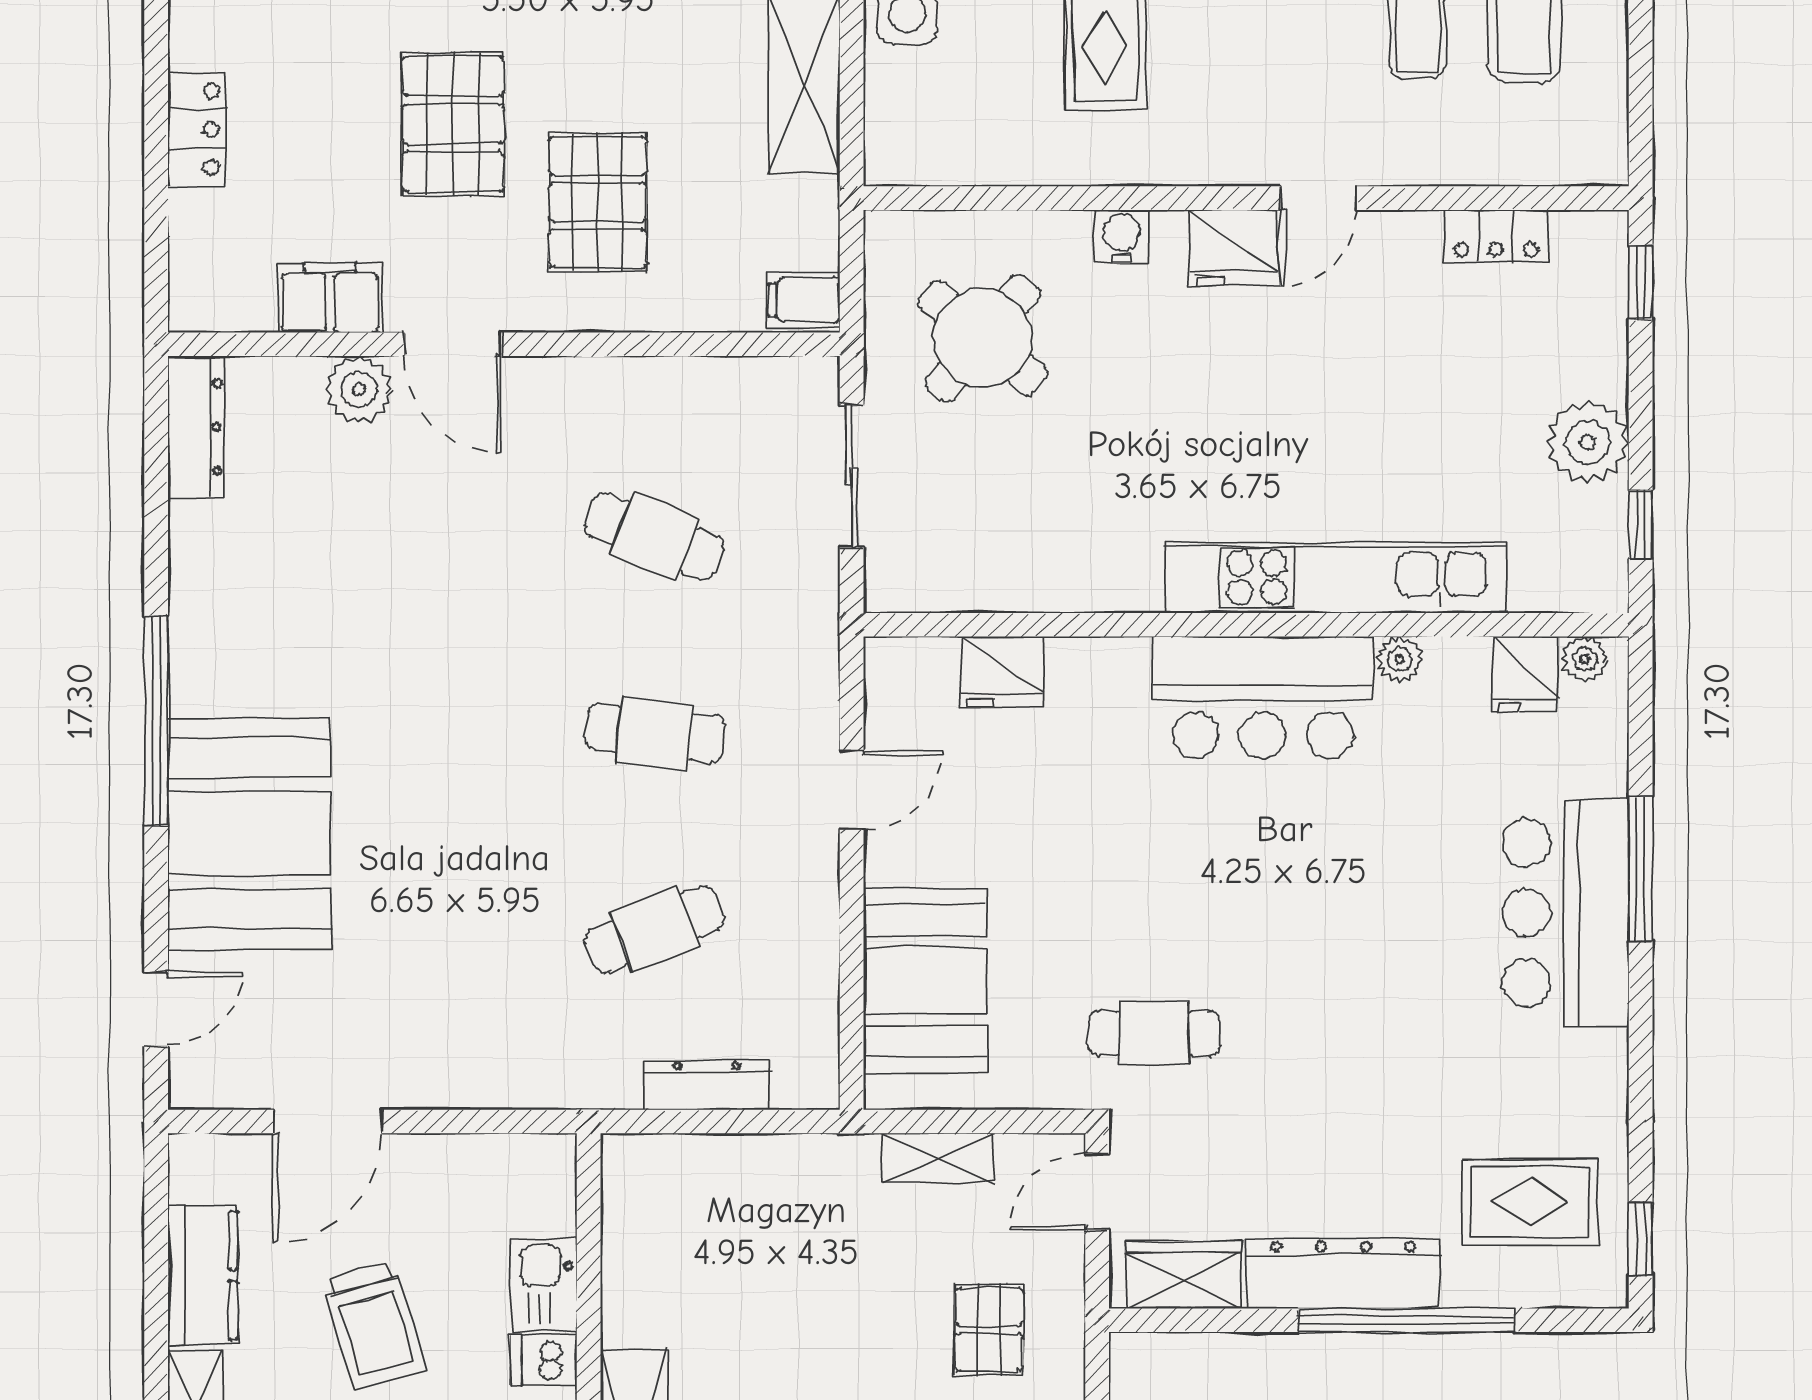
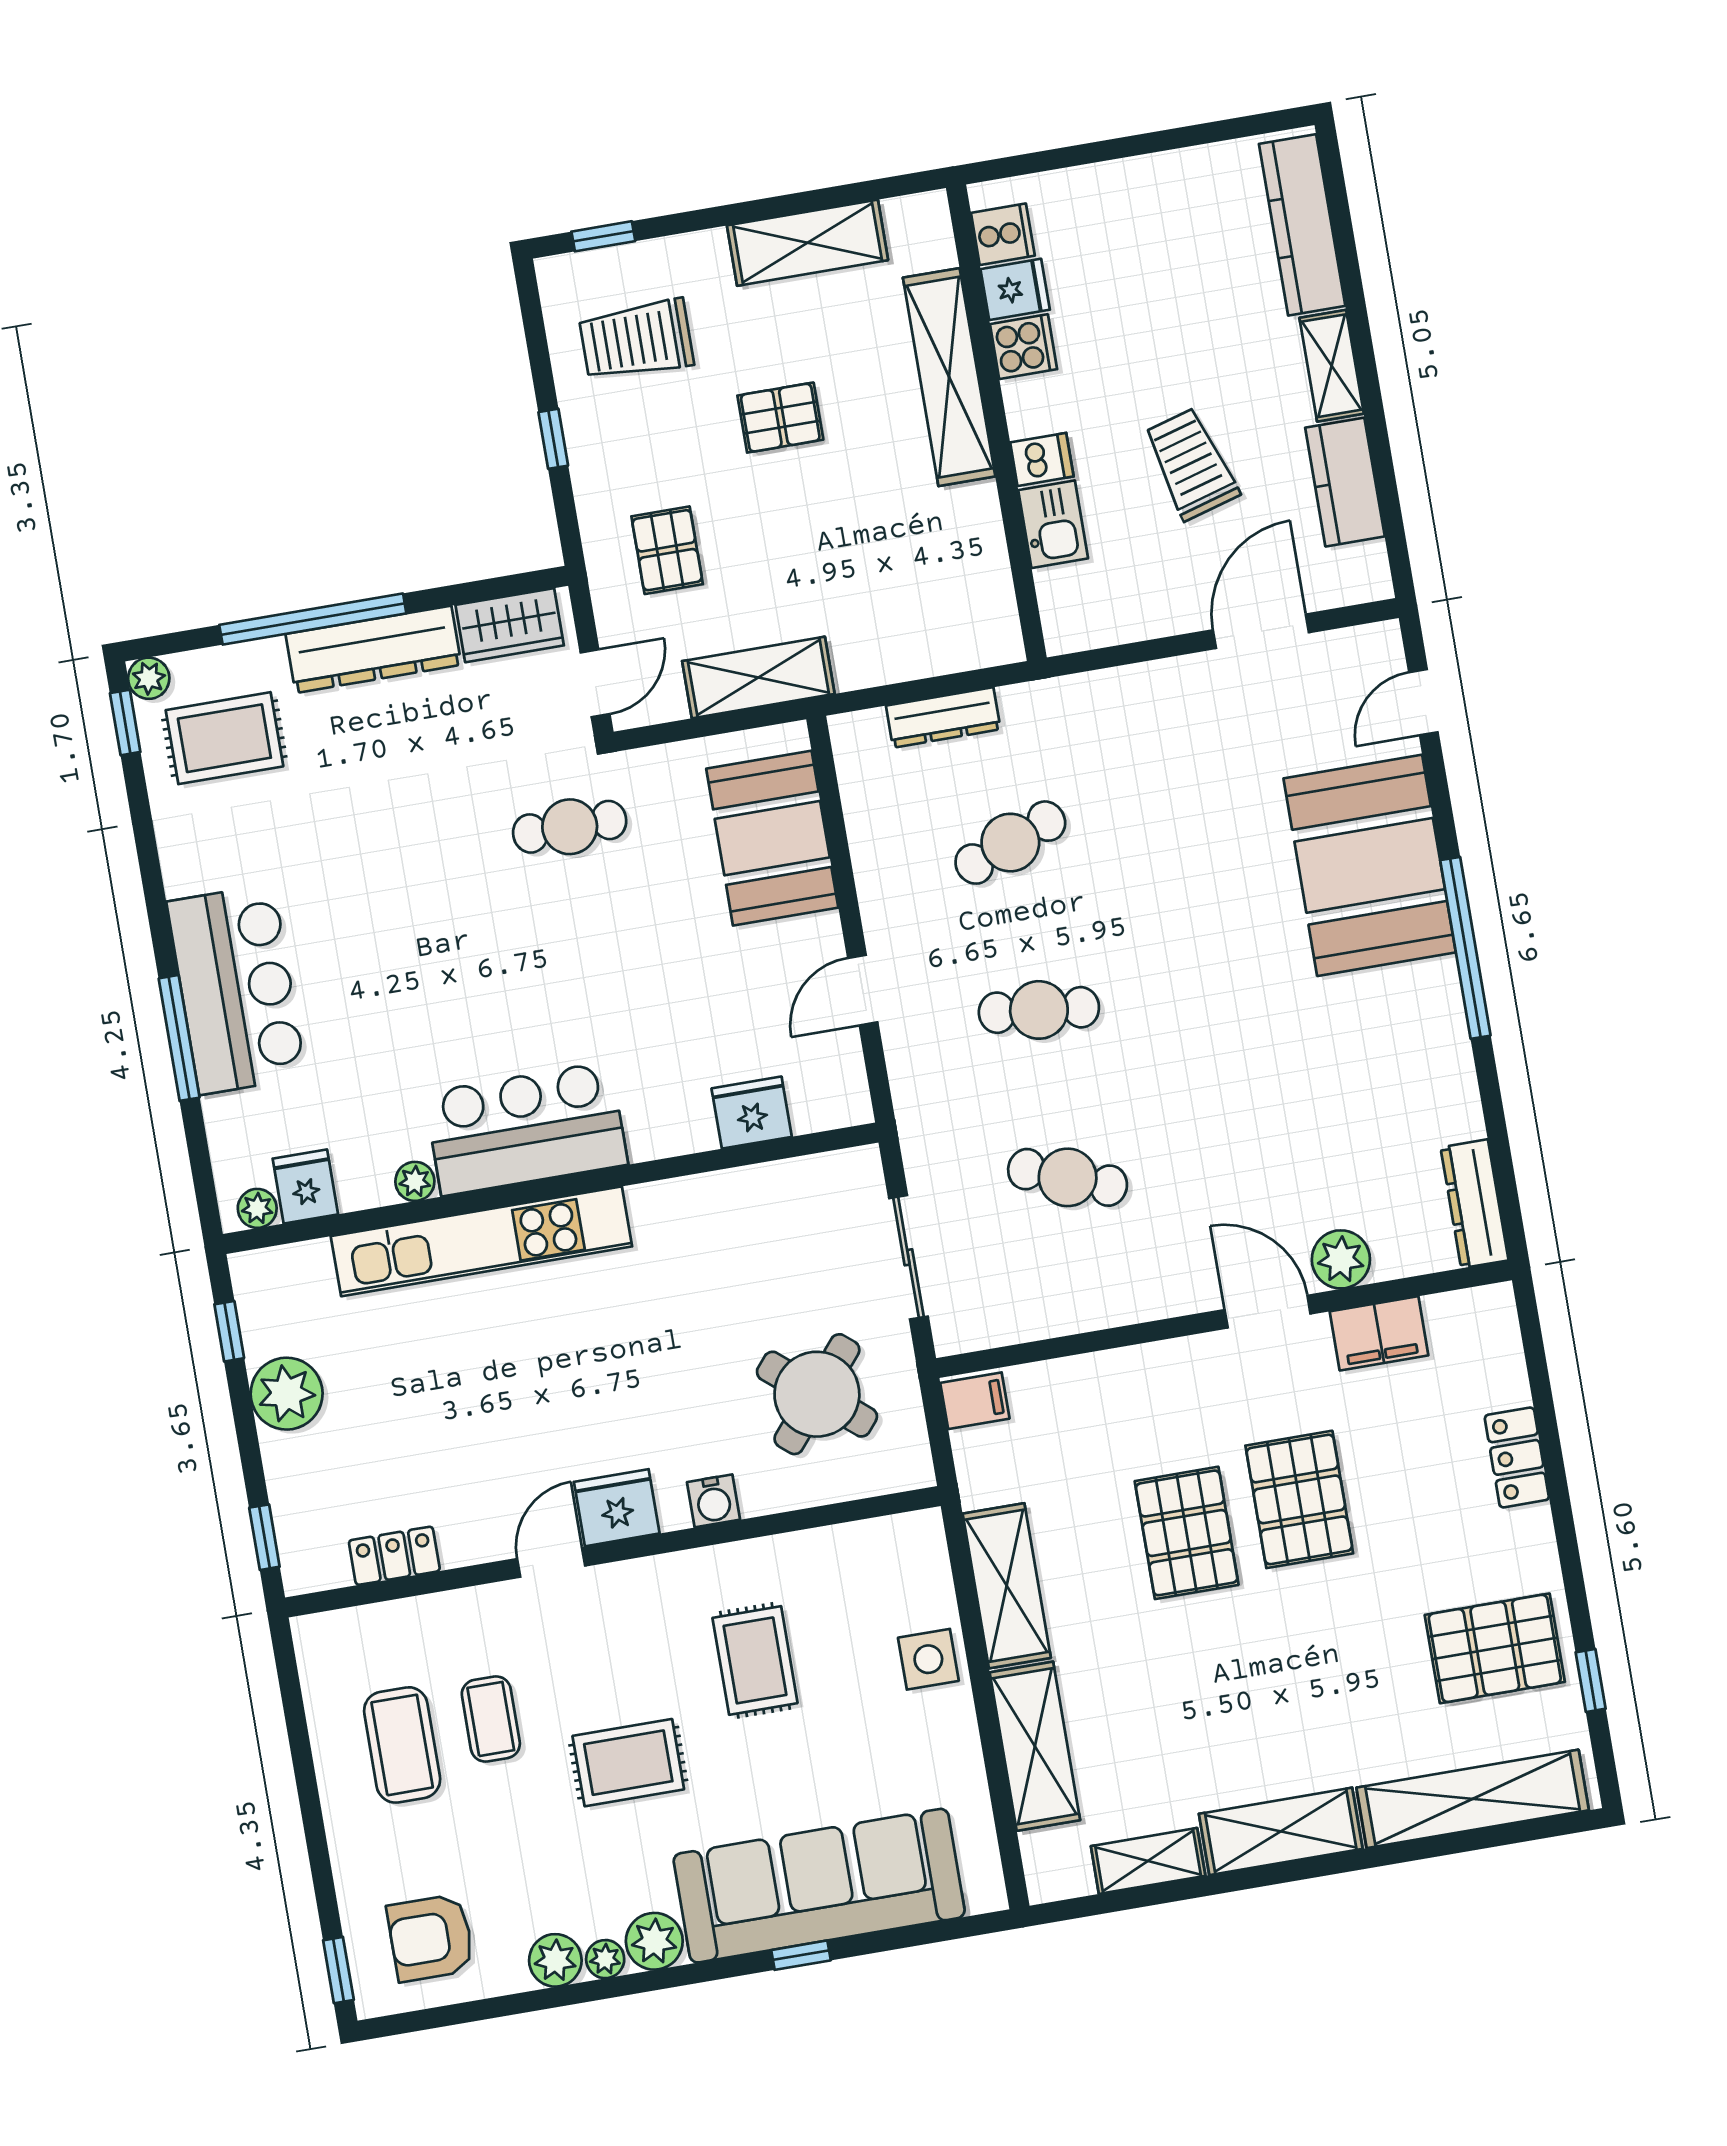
pallet: (598, 202) -> (1187, 1533), moved
shelving: (938, 1158) -> (758, 677), width x1.50, depth x1.33
plant: (1605, 1285) -> (149, 678), added

